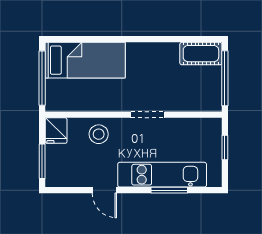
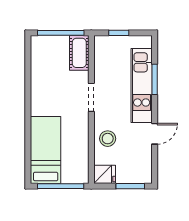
cot: (201, 54) -> (79, 53), moved

